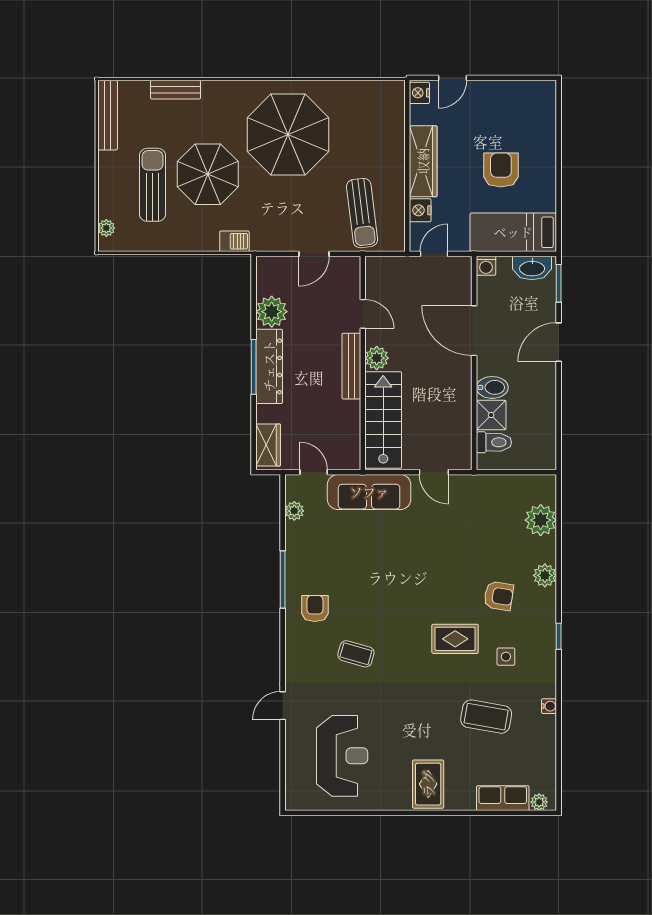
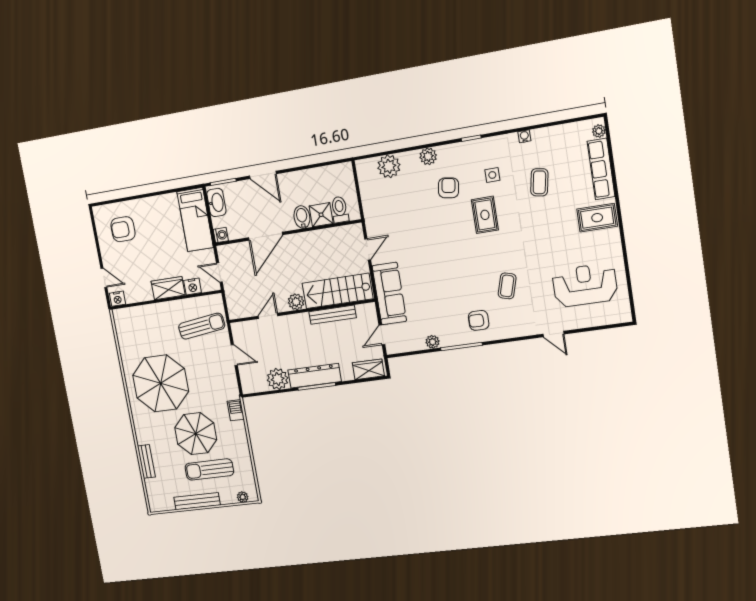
bench: (108, 115) -> (197, 501), moved
wardrobe: (423, 161) -> (168, 288), width x0.67
armchair: (501, 170) -> (123, 229), moved
bench: (351, 366) -> (332, 315), moved
plant: (294, 511) -> (433, 342), moved
coffee table: (486, 717) -> (539, 182), width x0.73, depth x0.77
row of seats: (503, 798) -> (601, 169), width x1.48

